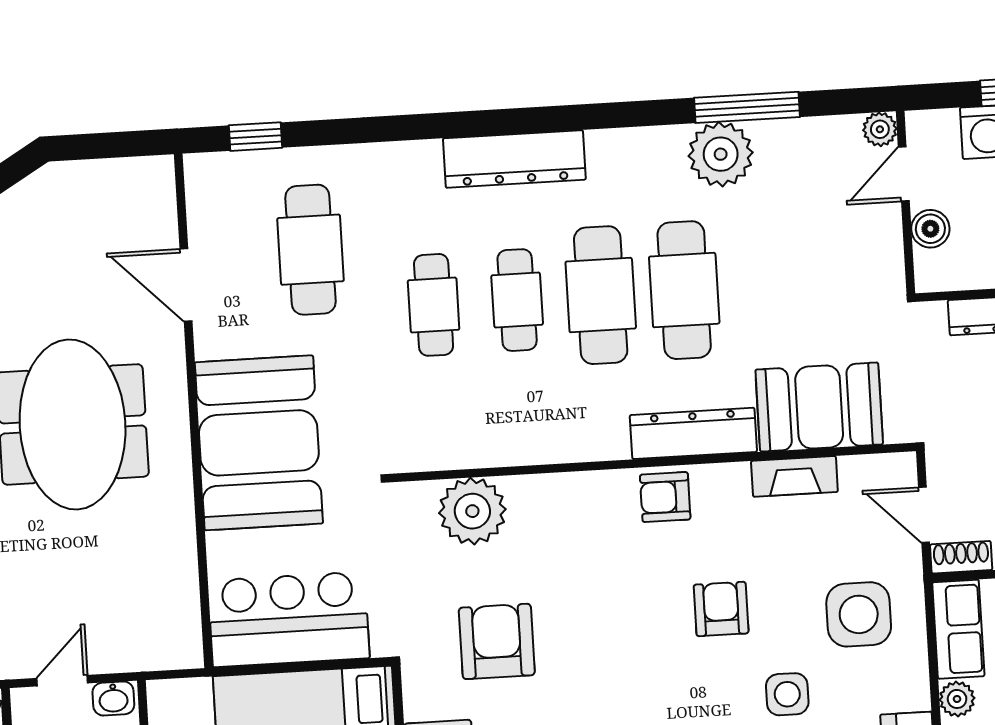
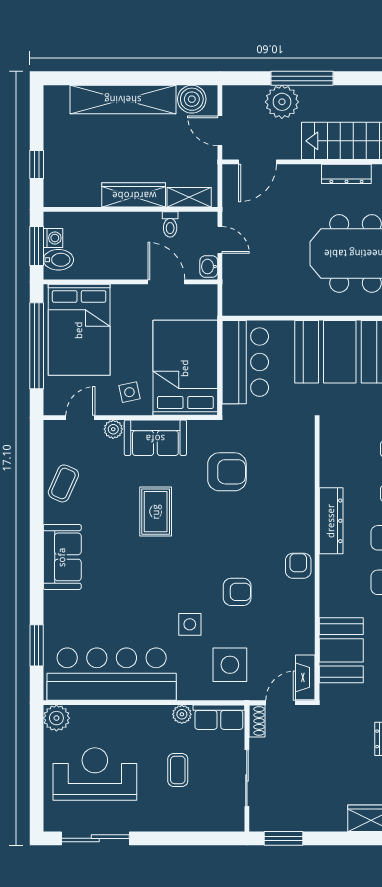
dresser: (693, 433) -> (331, 521), moved
fireplace: (794, 476) -> (305, 677), moved
plant: (472, 511) -> (297, 463), removed

